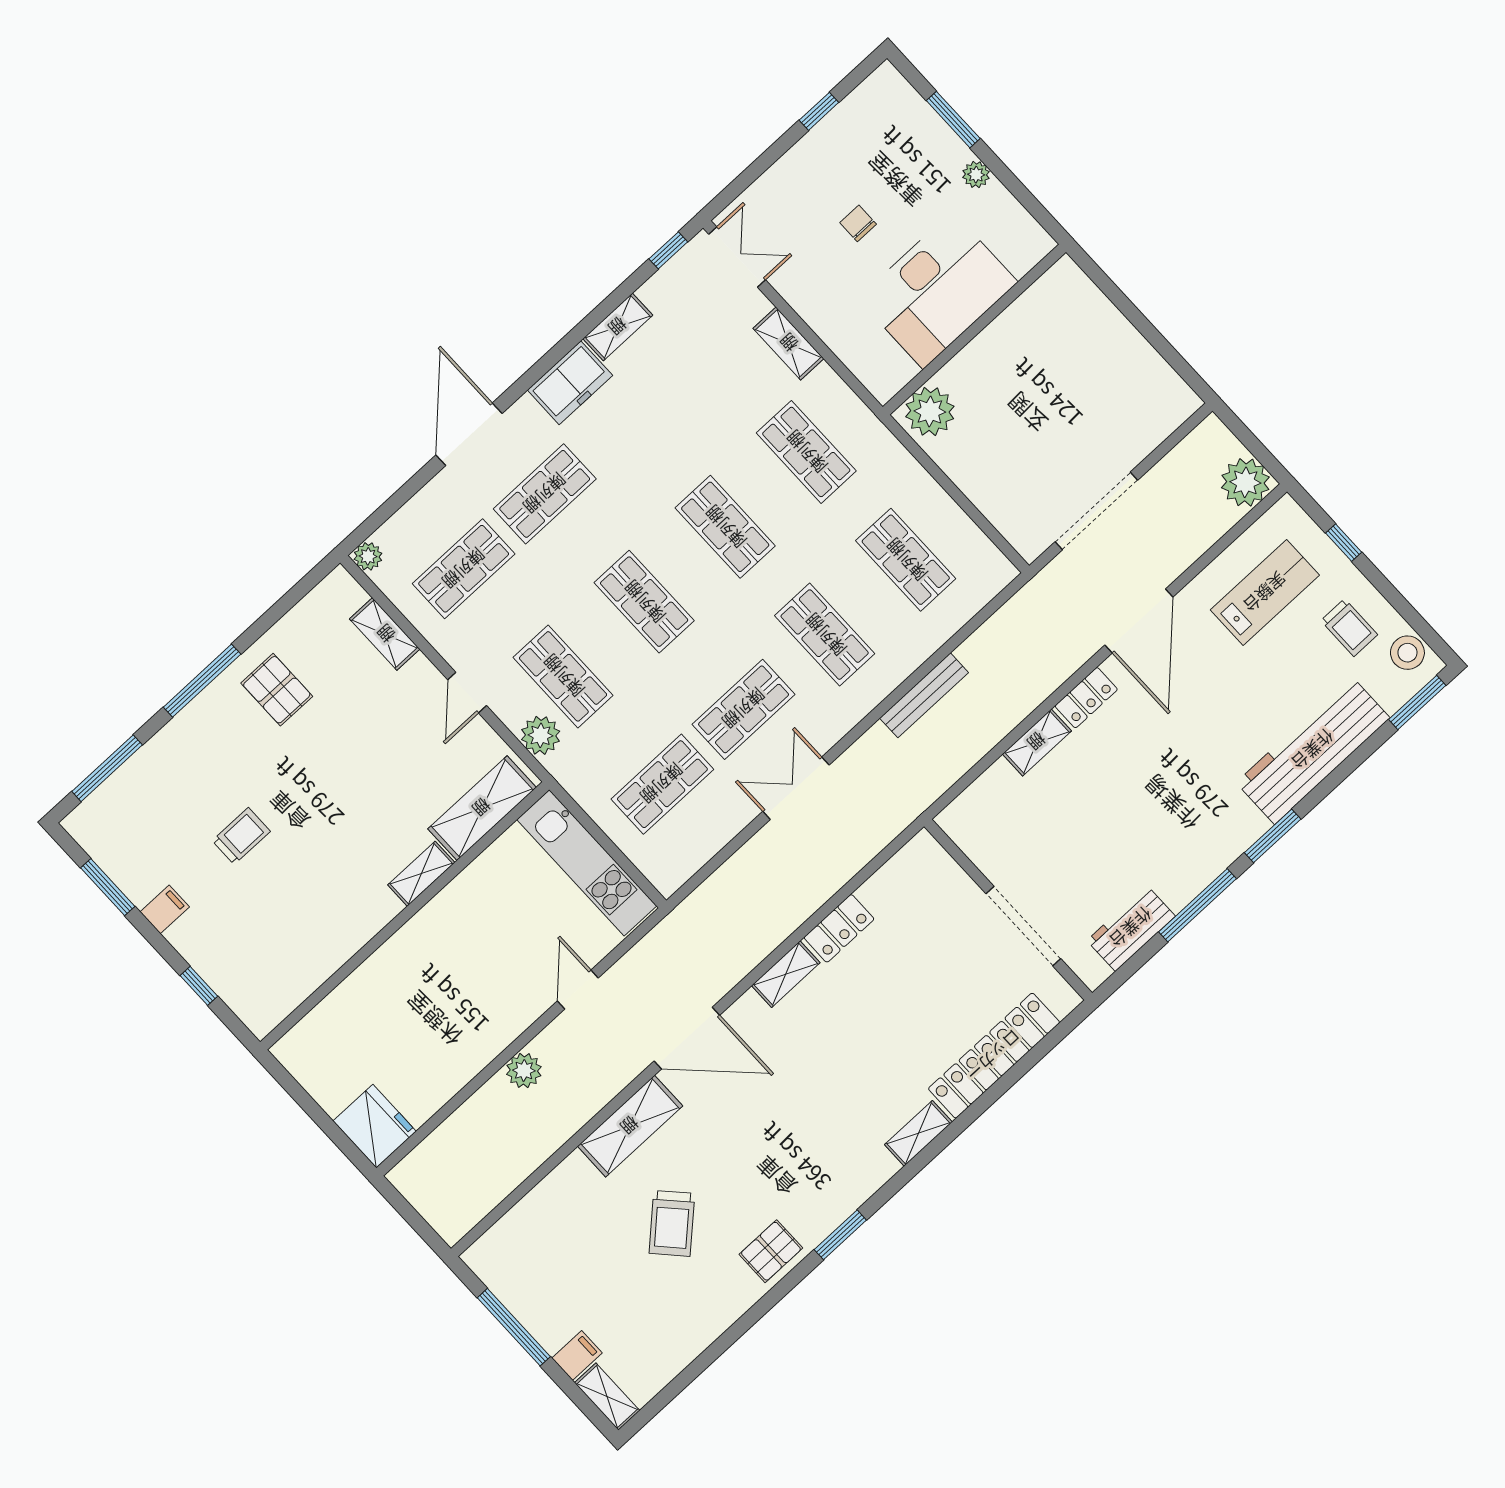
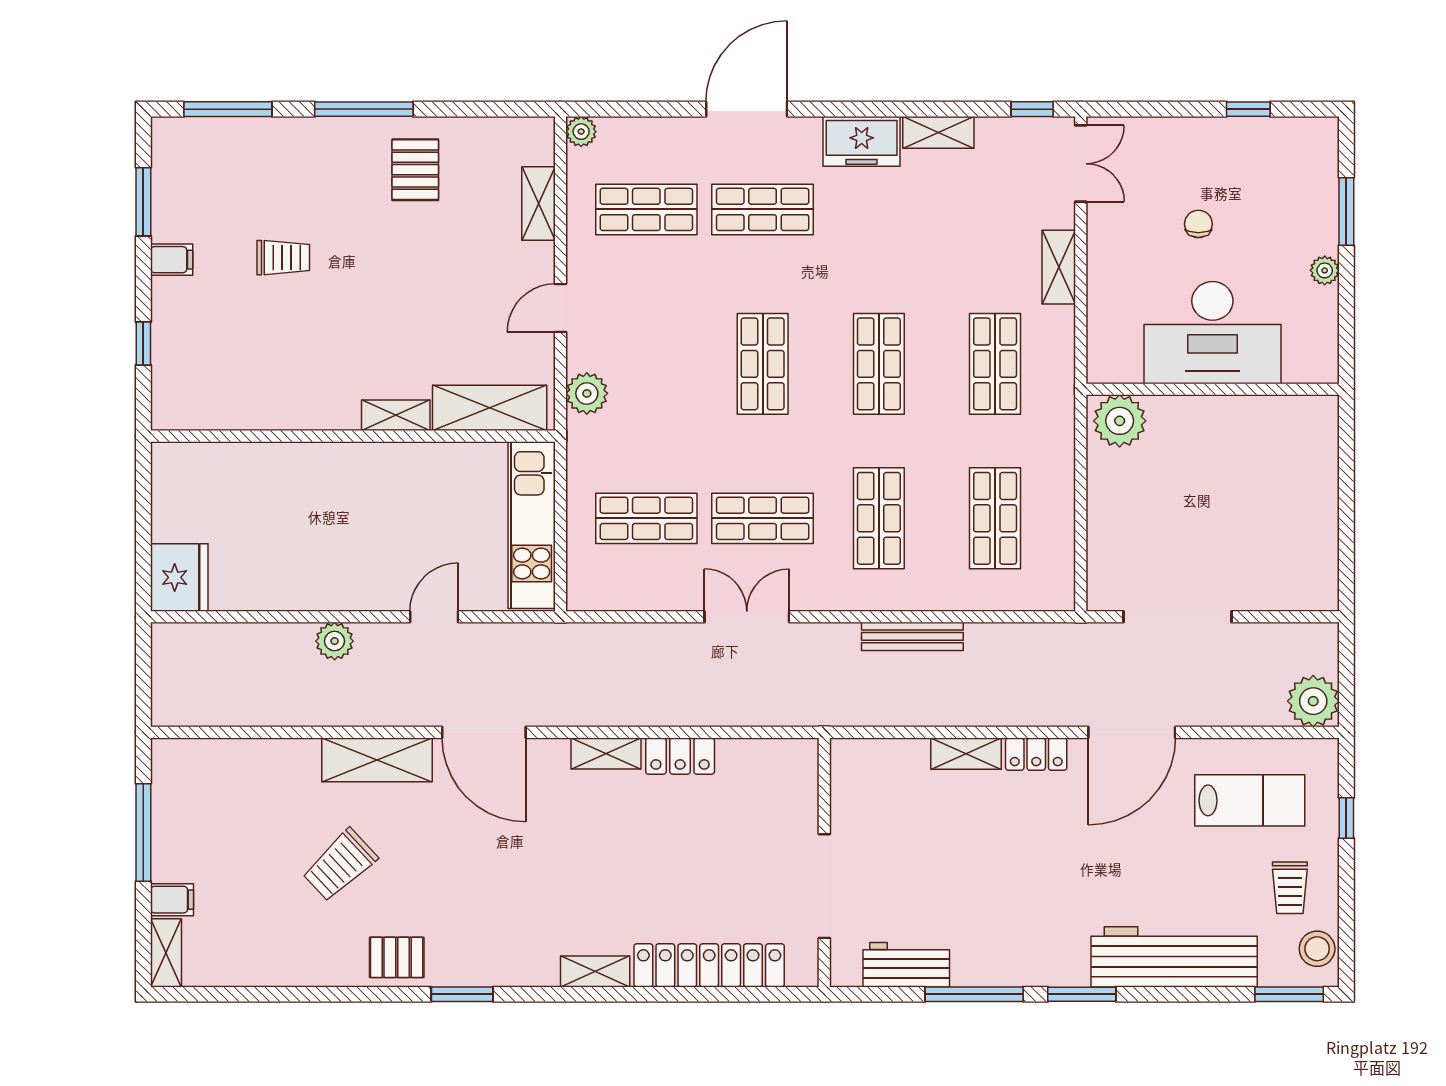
shop shelf: (563, 676) -> (646, 364), removed

